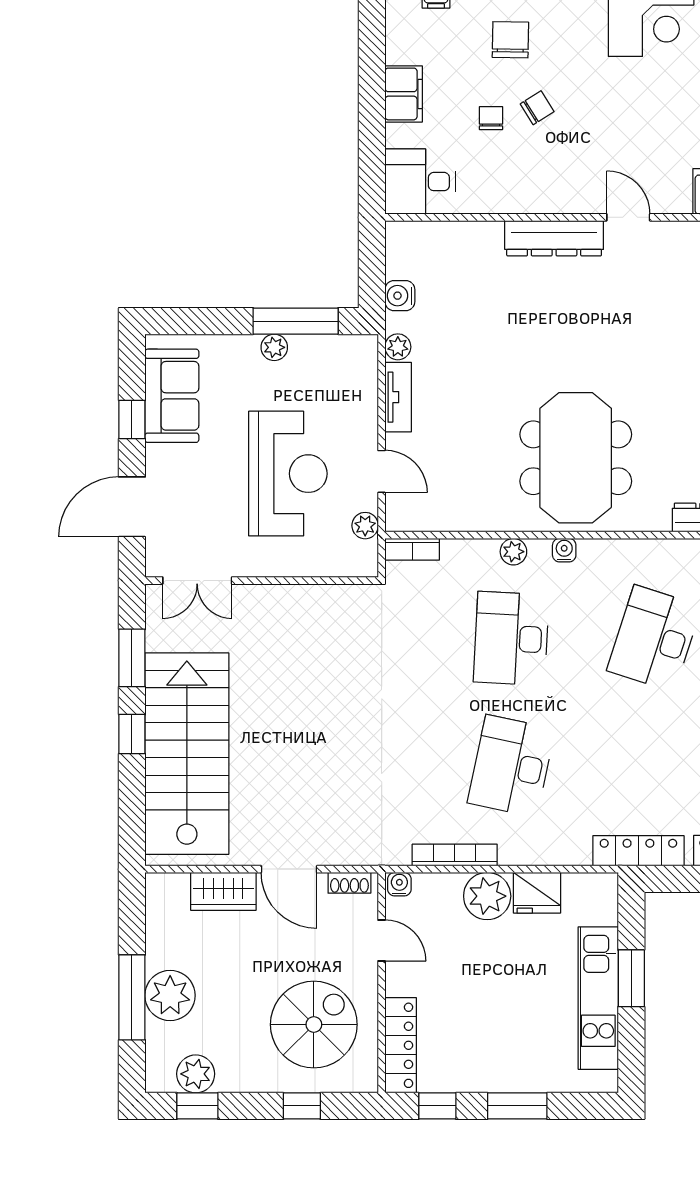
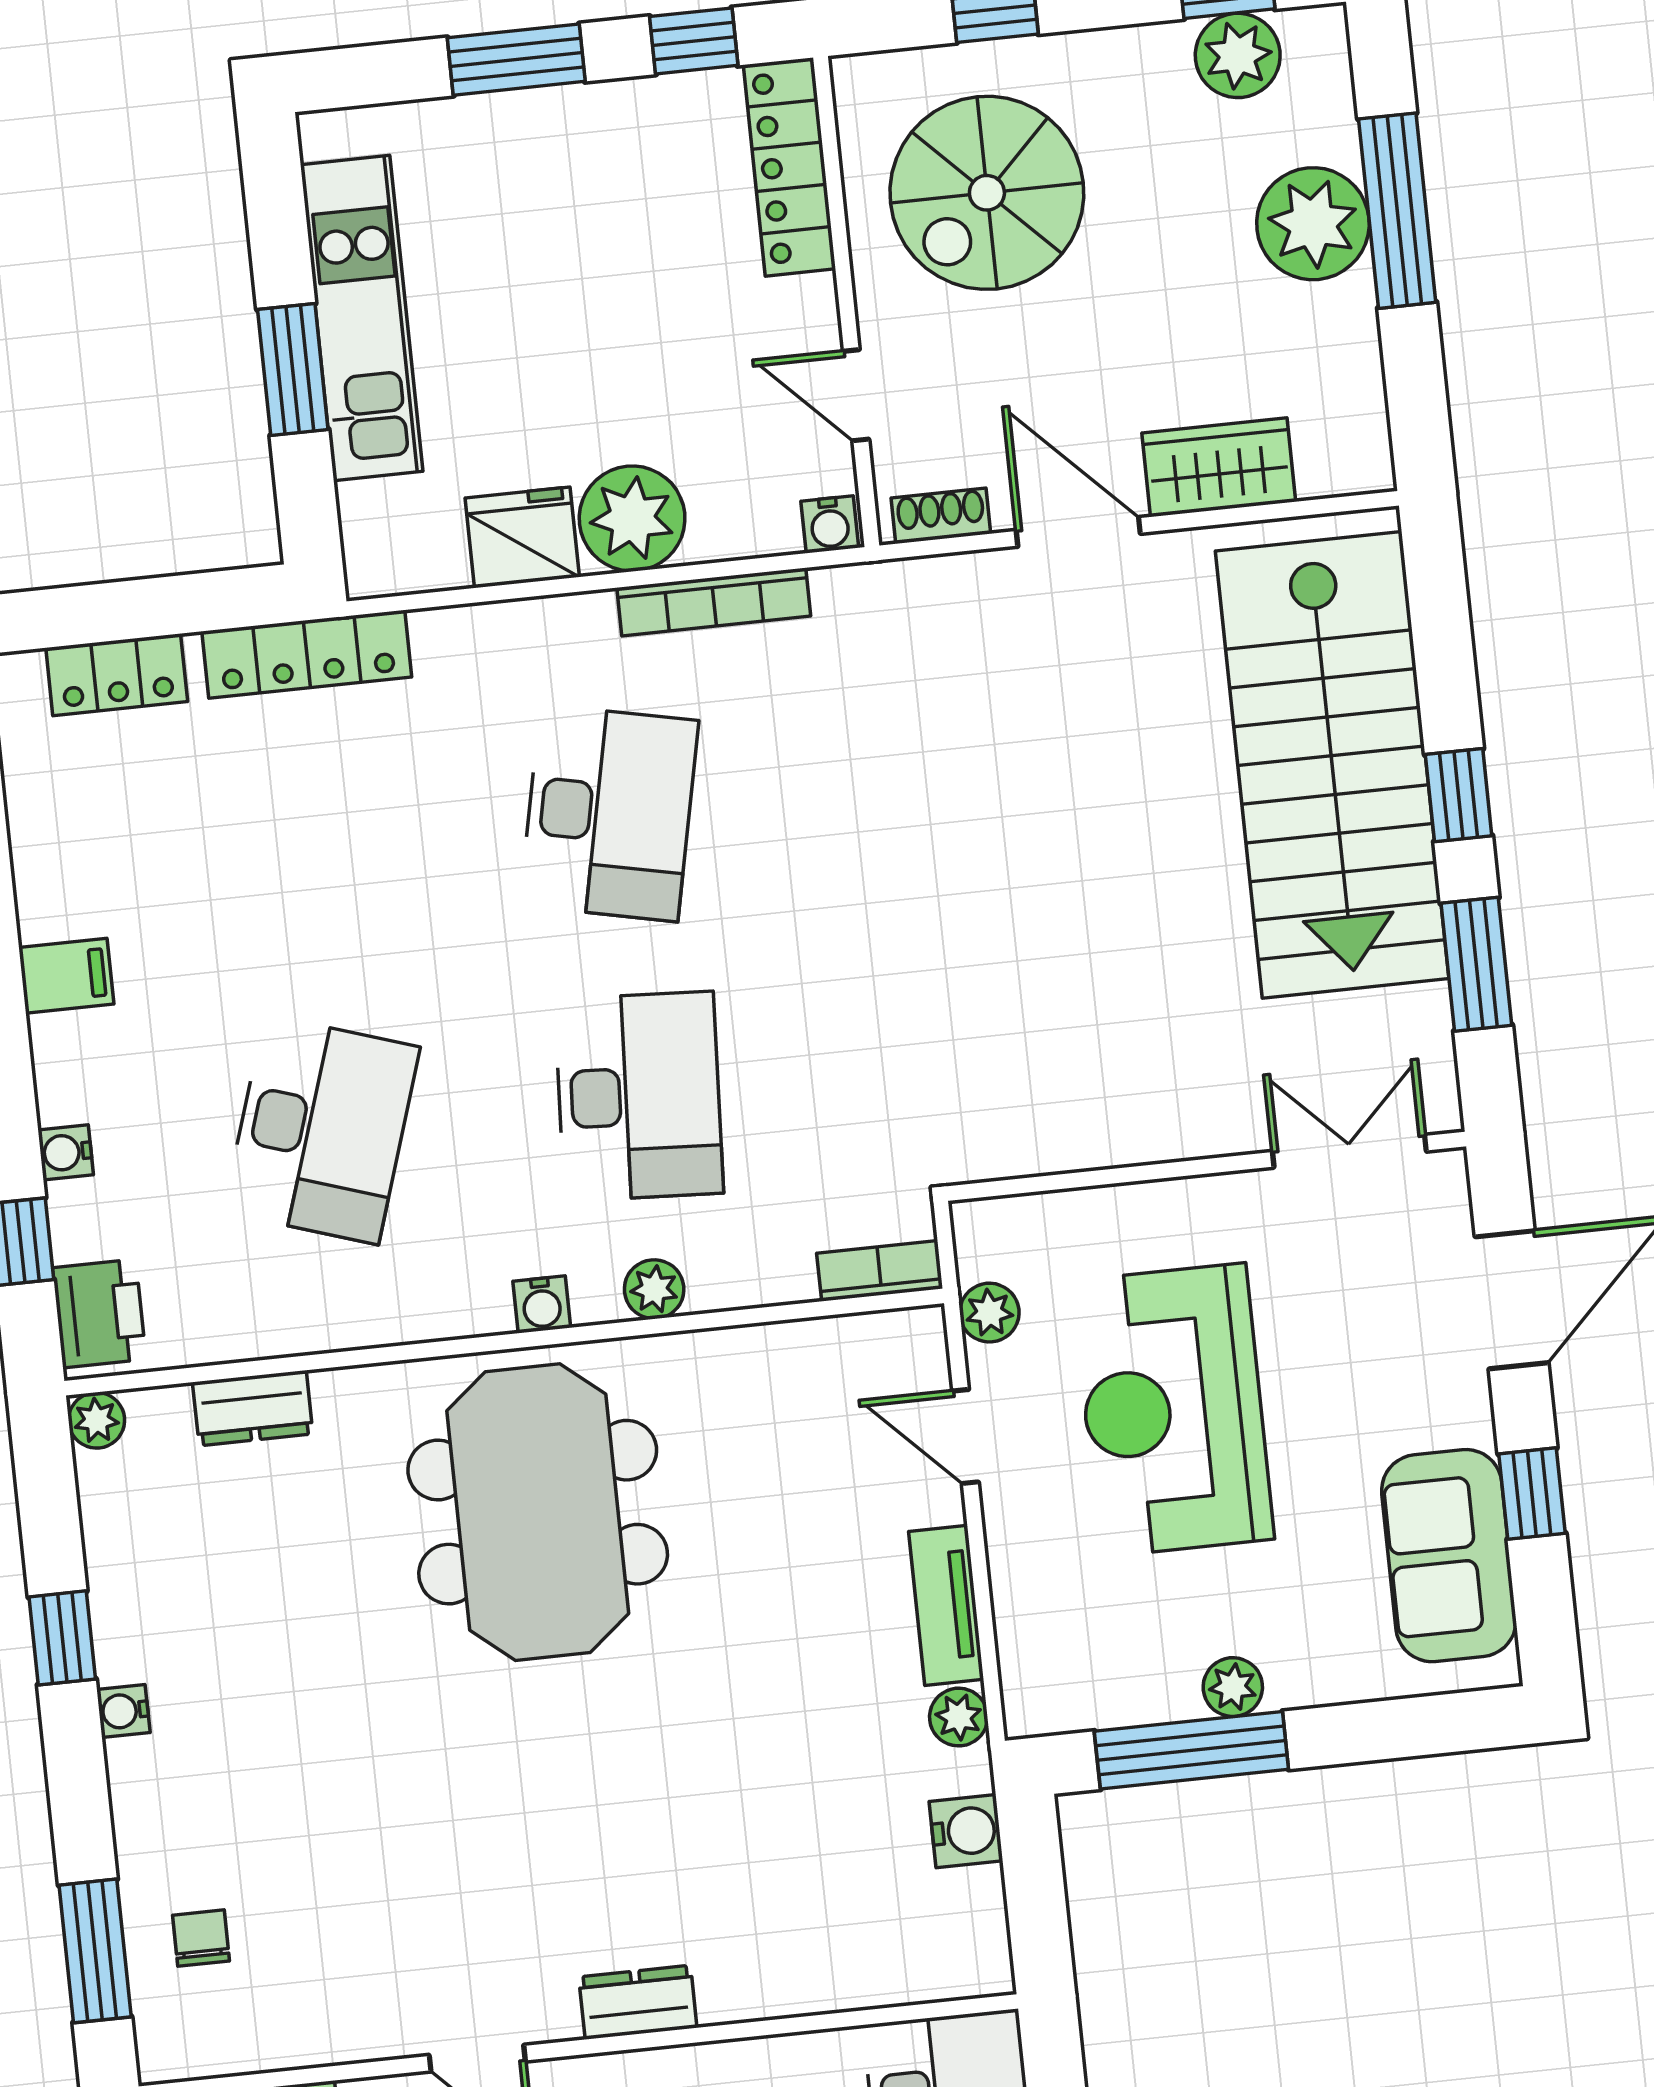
dresser: (554, 238) -> (638, 2002), width x0.51, depth x0.80

